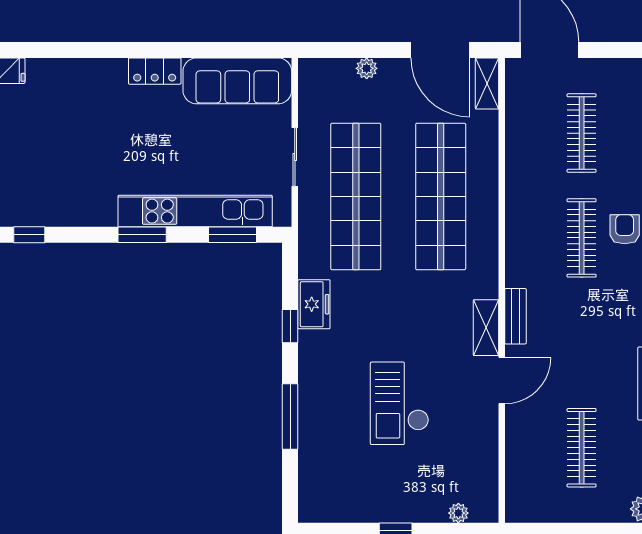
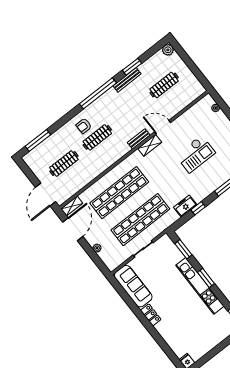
kitchen unit: (195, 211) -> (200, 286), moved

